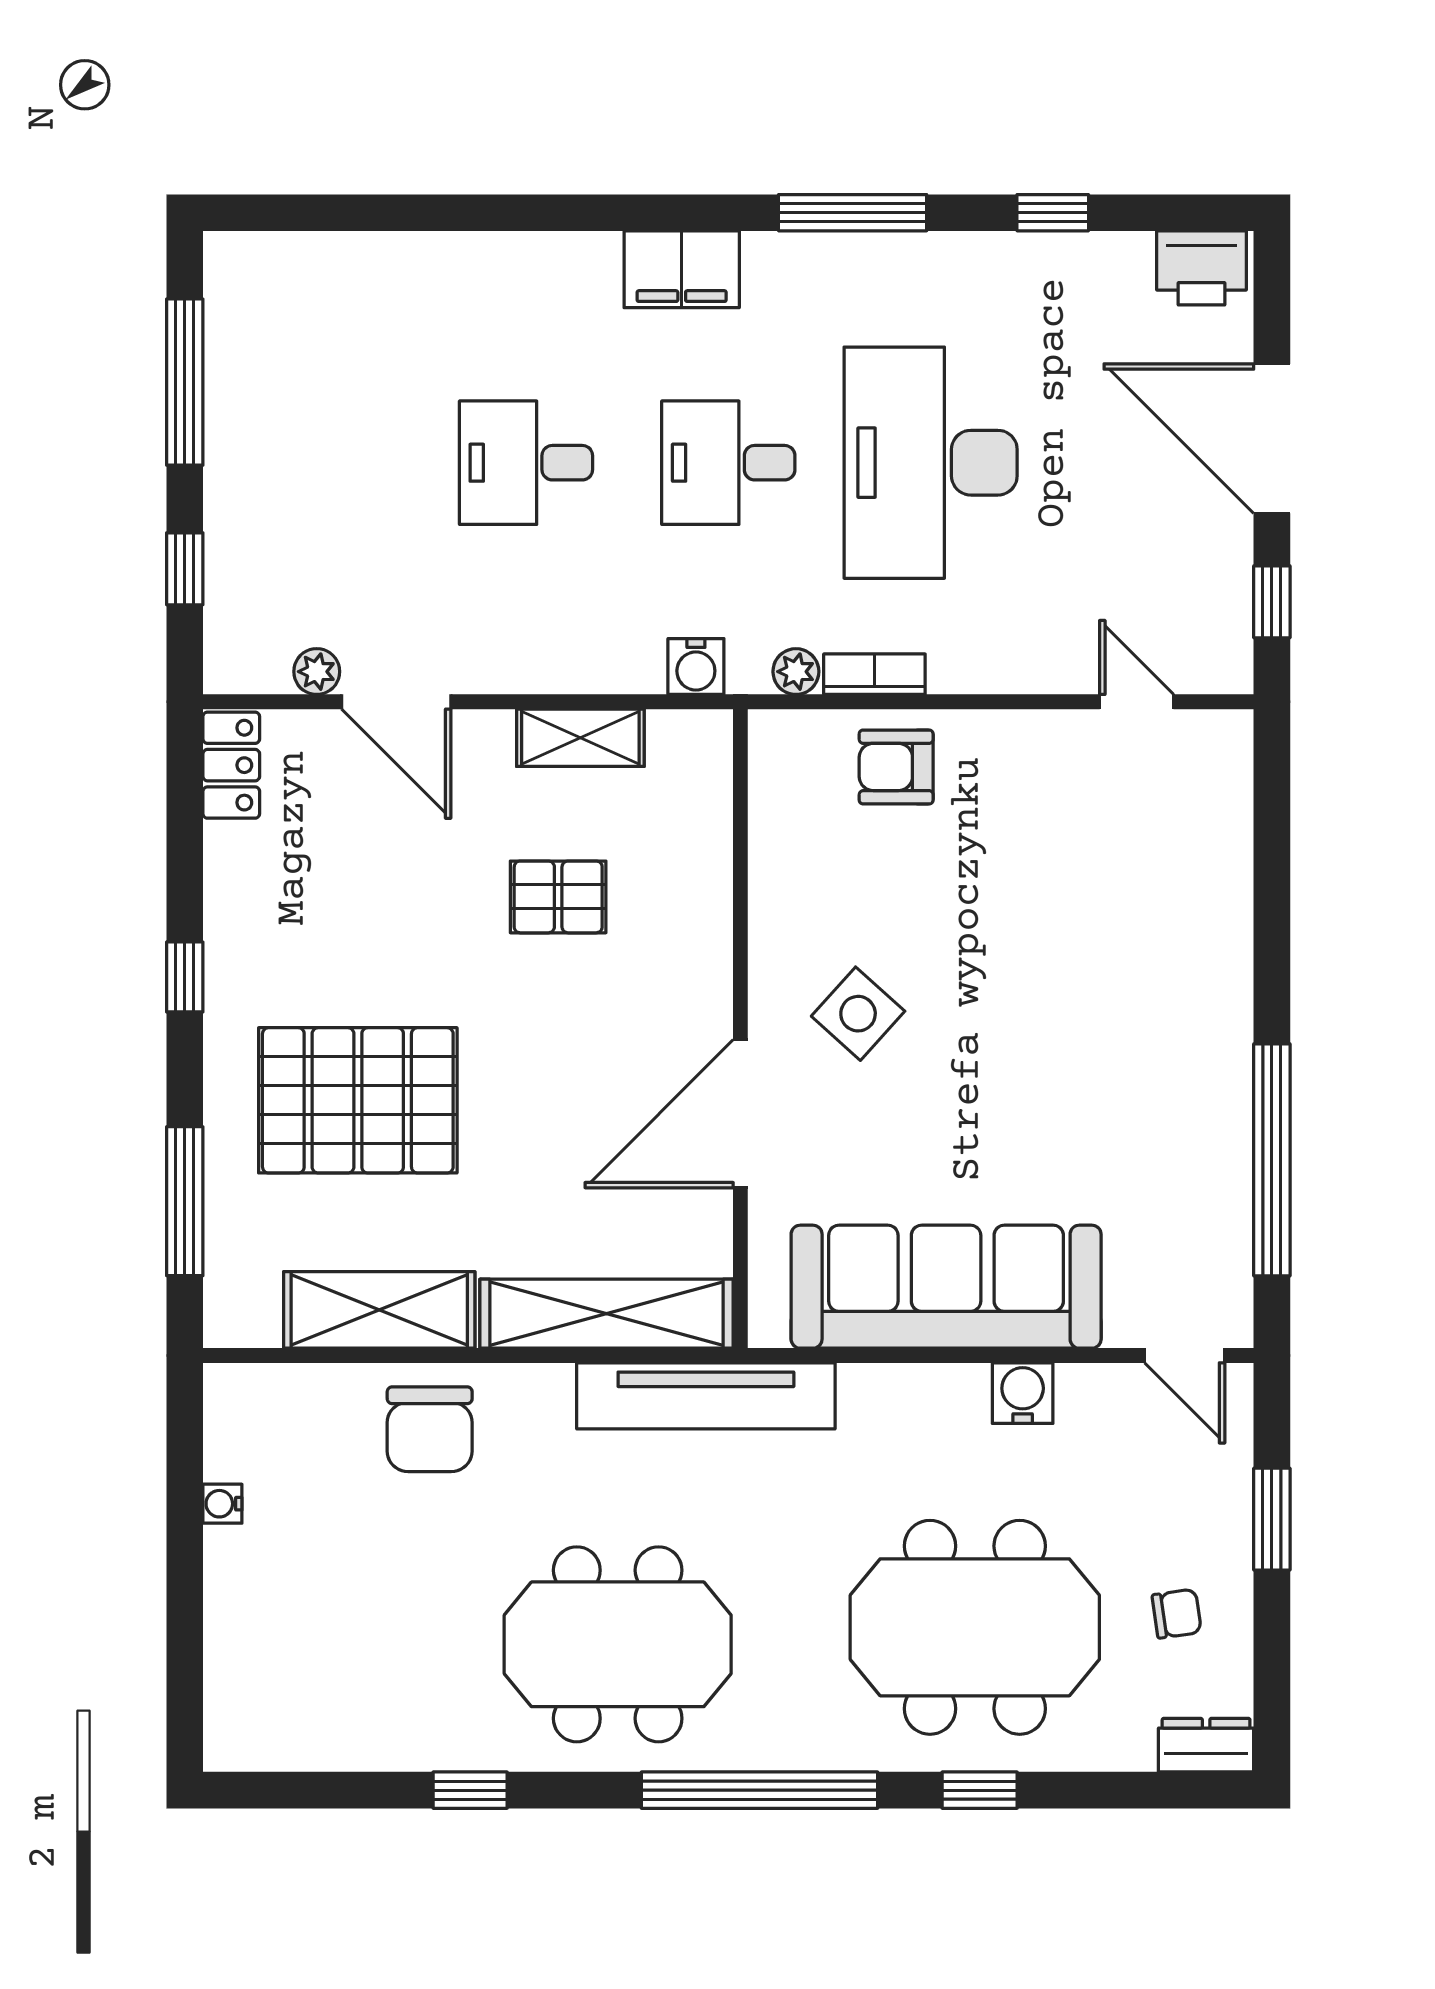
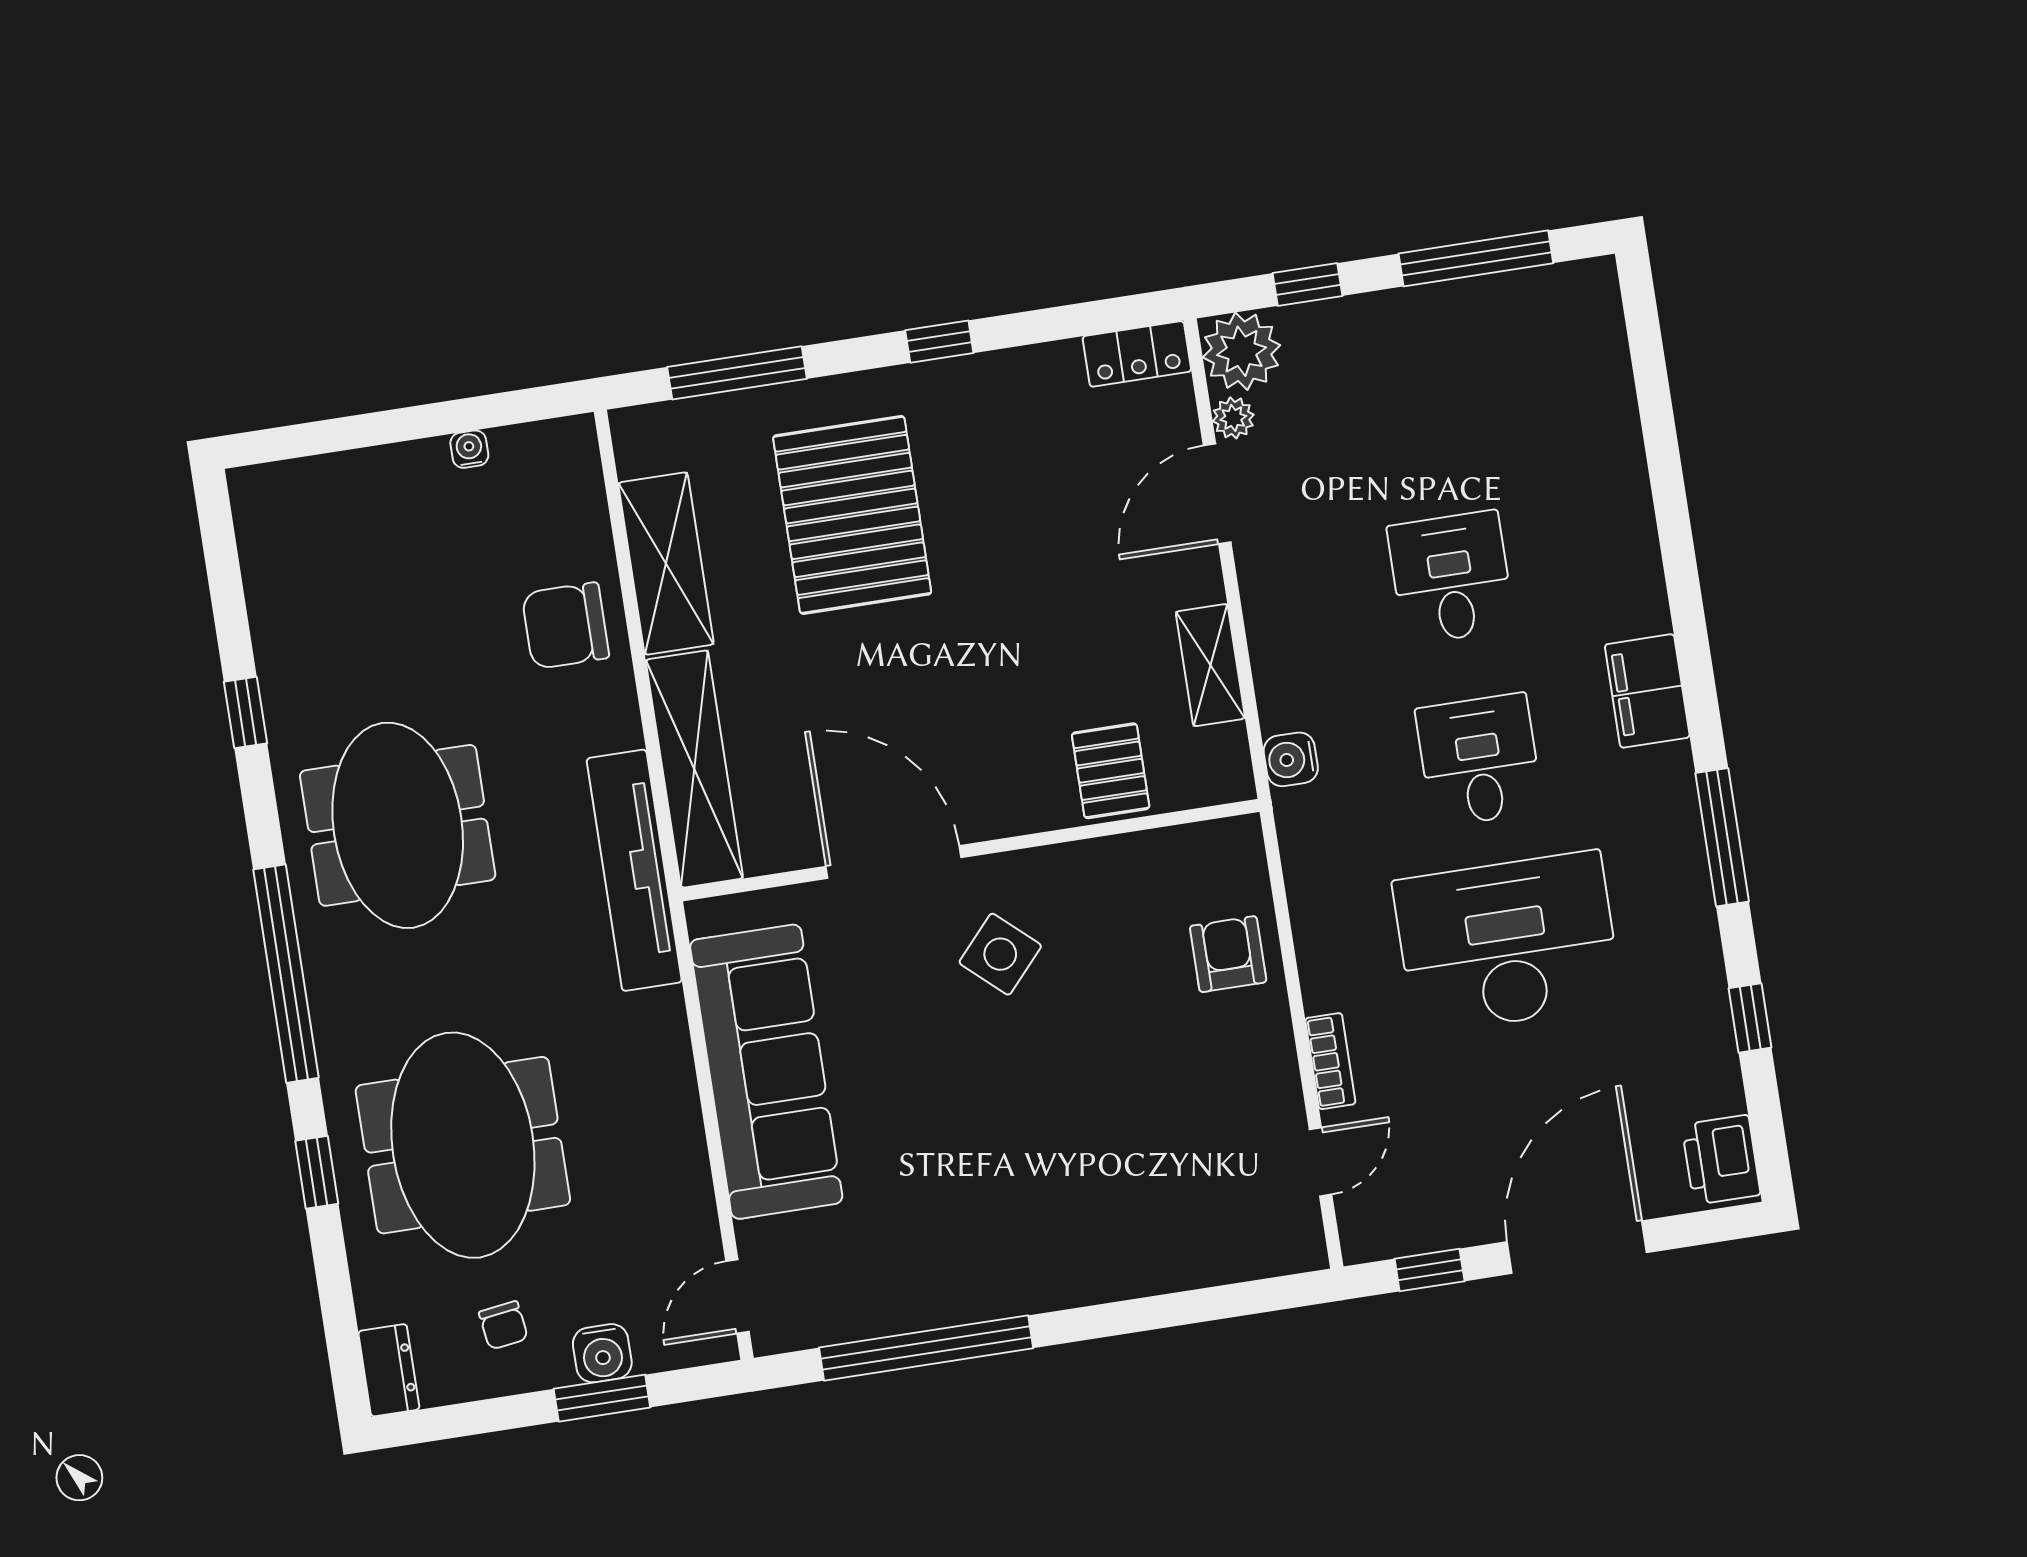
plant: (796, 672) -> (1241, 351), moved, width x1.87, depth x1.87
bookcase: (874, 674) -> (1330, 1061), moved
pallet: (558, 897) -> (1111, 771), moved
water cooler: (1023, 1393) -> (602, 1353), moved, turned 90

